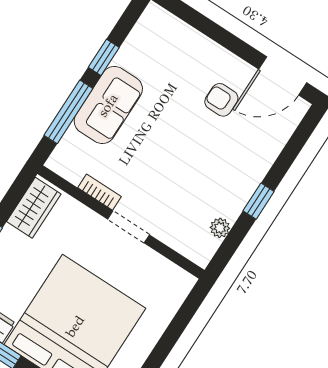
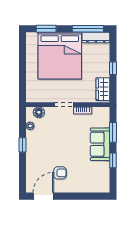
window: (68, 112) -> (113, 132), width x0.69
floor lamp: (186, 243) -> (39, 112), added

